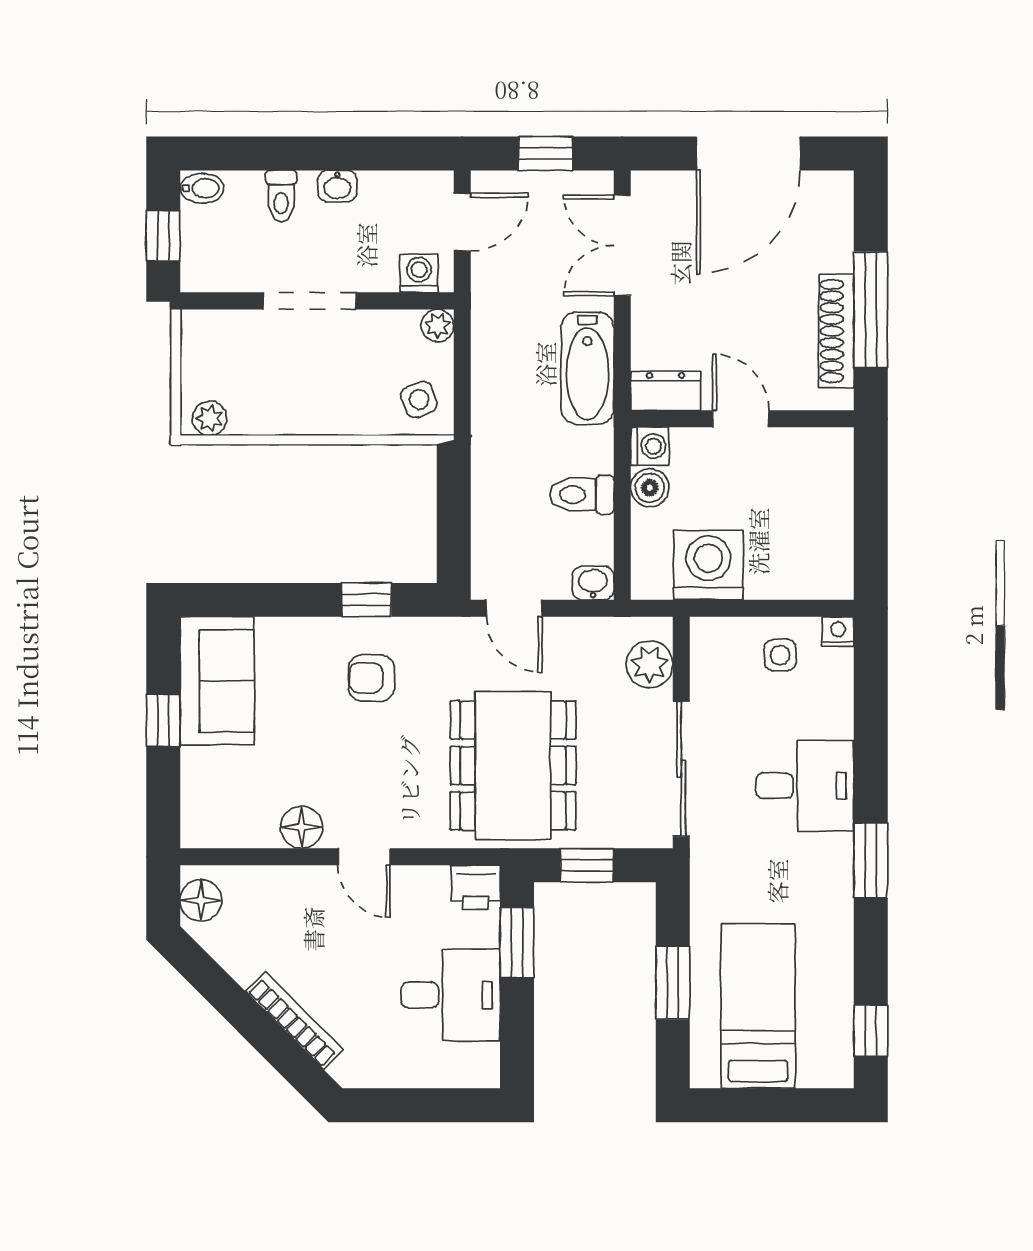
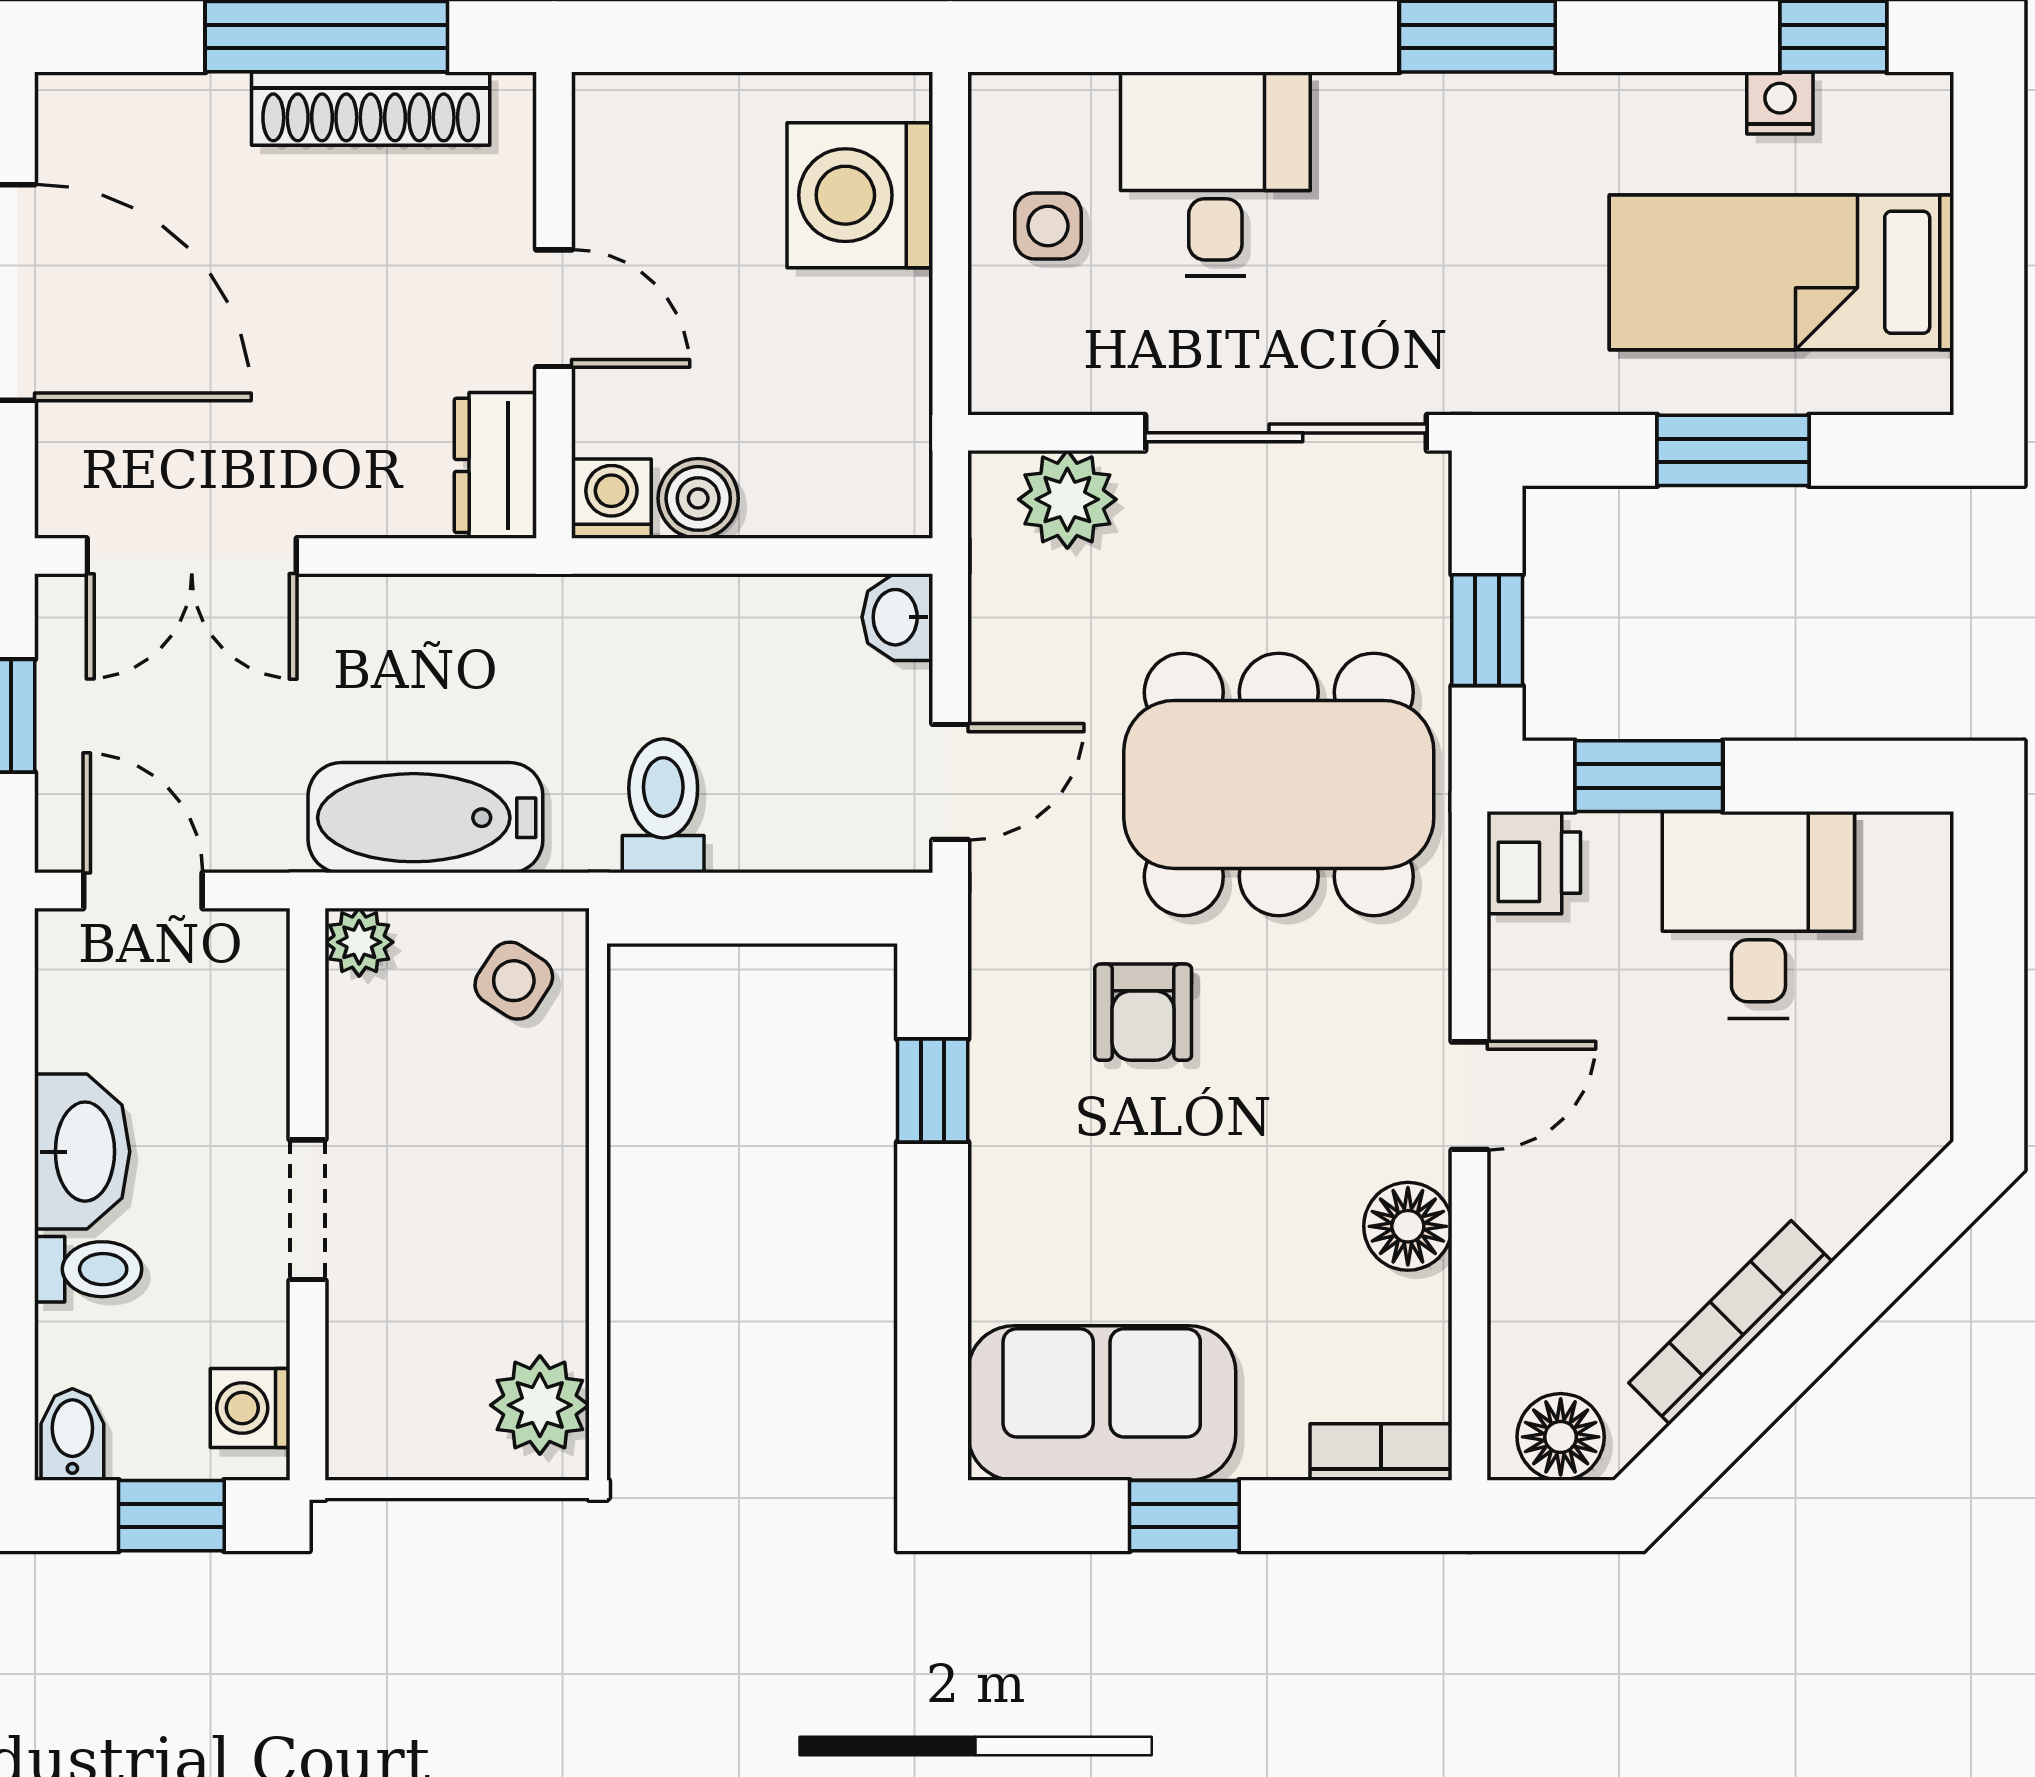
washbasin: (337, 186) -> (82, 1152), width x1.91, depth x1.45
washing machine: (419, 273) -> (250, 1408), moved
doorway: (309, 301) -> (308, 1210), width x0.73
bathtub: (587, 368) -> (425, 818), moved, turned 180
side table: (419, 400) -> (514, 981), turned -35
plant: (210, 418) -> (540, 1405), width x1.38, depth x1.38
door: (741, 419) -> (554, 308), swing flipped
toilet: (582, 495) -> (663, 806), moved, turned 180
washing machine: (708, 565) -> (860, 195), moved
nightstand: (838, 632) -> (1780, 103), moved, turned 90
armchair: (371, 678) -> (1143, 1012), moved
desk: (805, 786) -> (1215, 174), moved
bookcase: (194, 814) -> (1381, 1452), added
bookcase: (294, 1020) -> (1731, 1322), moved

